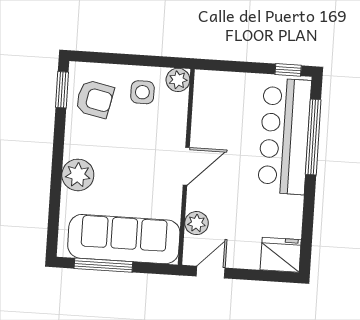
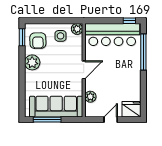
armchair: (95, 99) -> (38, 41), turned 76
bar counter: (284, 136) -> (112, 34), moved, turned -90
plant: (78, 175) -> (32, 62), moved
door: (211, 272) -> (111, 120), moved

